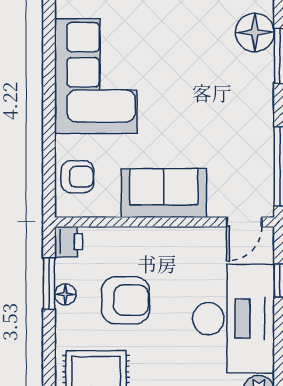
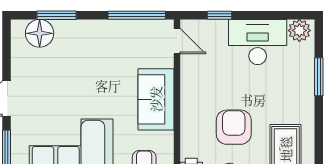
desk: (234, 319) -> (258, 42), width x0.73, depth x0.77

